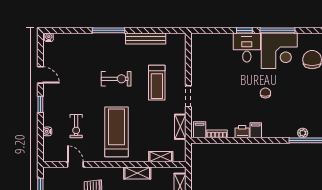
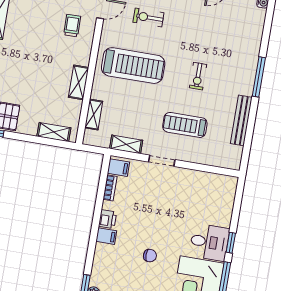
exercise bike: (116, 79) -> (198, 76), width x0.73, depth x0.72

